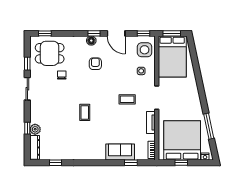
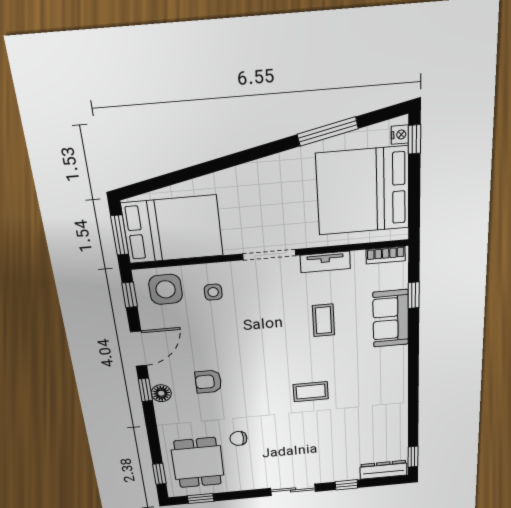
window: (27, 64) -> (201, 498), moved
sliding door: (27, 89) -> (293, 490), moved
coffee table: (127, 99) -> (323, 320), moved
plant: (35, 129) -> (348, 472), removed
window: (56, 163) -> (413, 457), moved
window: (181, 163) -> (414, 139), moved

